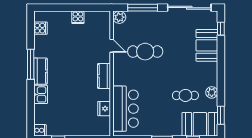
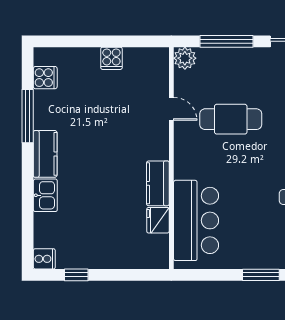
window: (31, 64) -> (28, 116), moved
kitchen counter: (104, 76) -> (158, 183), moved

